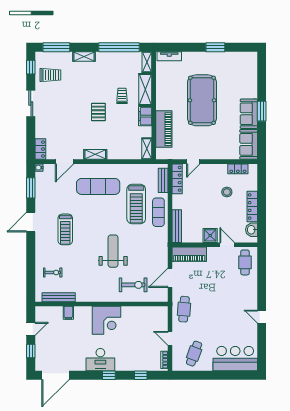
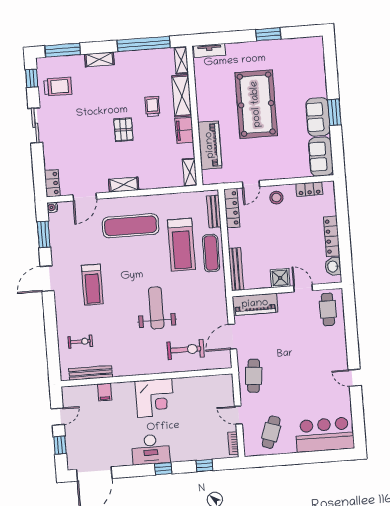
stool: (227, 192) -> (276, 198), moved

